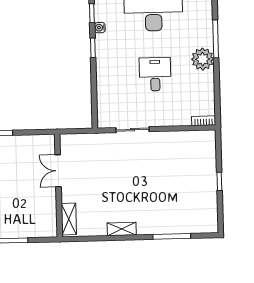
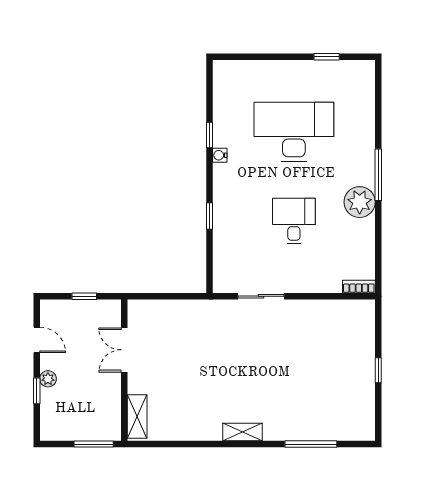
window: (93, 48) -> (210, 216), moved
double door: (58, 171) -> (124, 350), moved
wall: (58, 185) -> (124, 370), moved
shelving: (69, 219) -> (137, 417), moved

